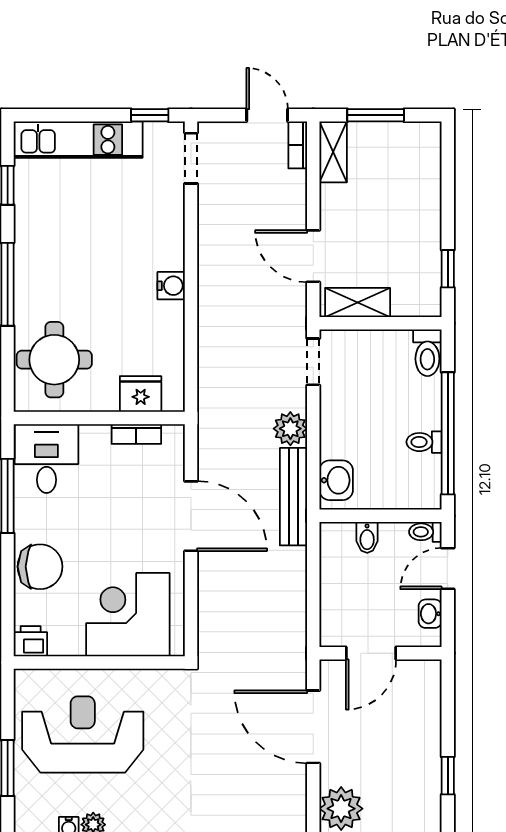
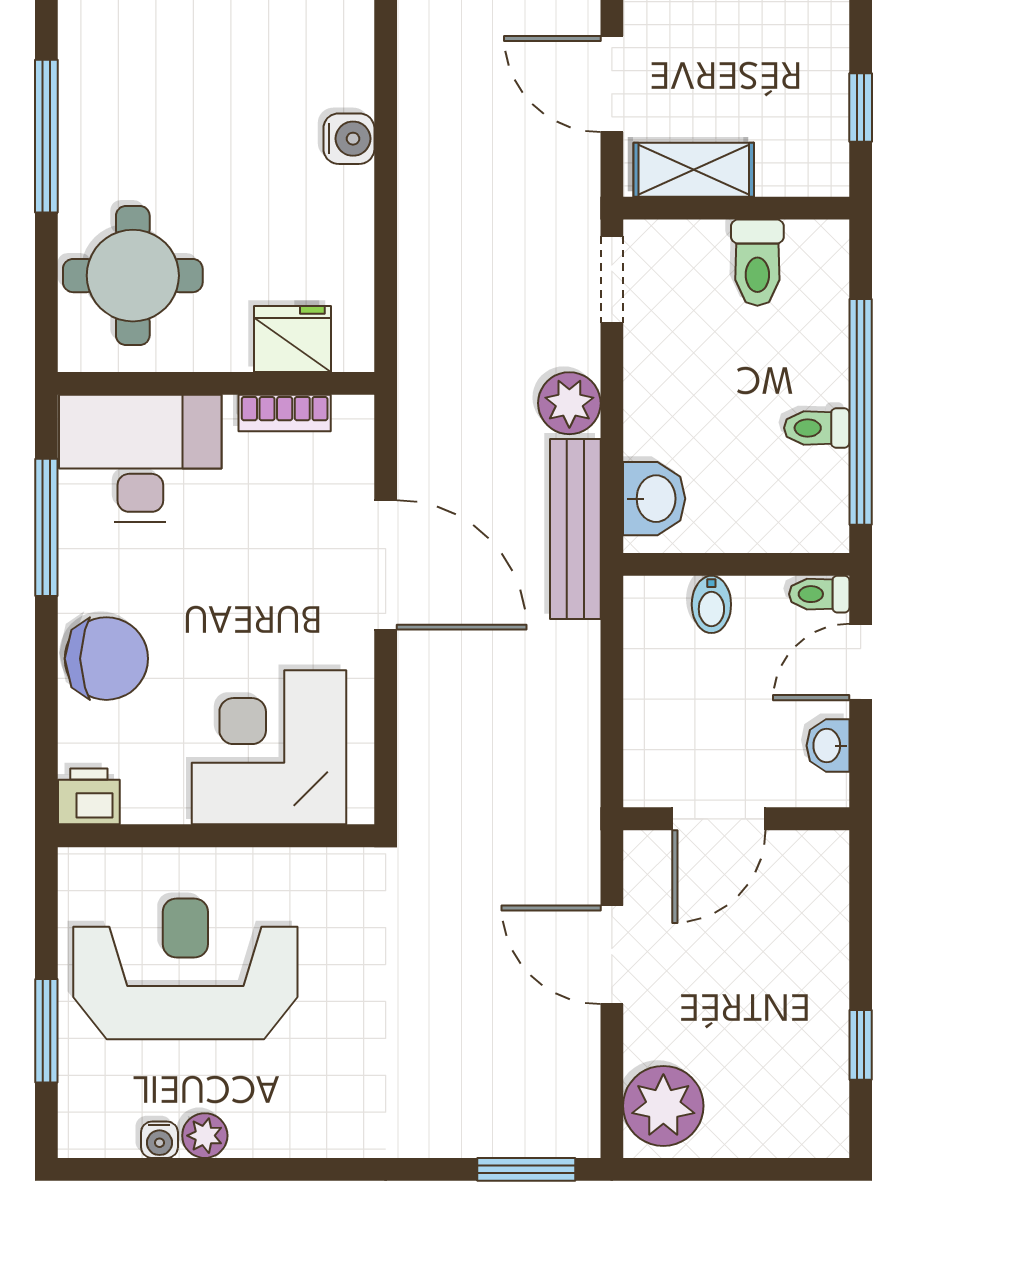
toilet: (427, 353) -> (757, 263), moved
desk: (46, 459) -> (140, 458), width x1.37
door: (313, 727) -> (612, 955), width x0.73

